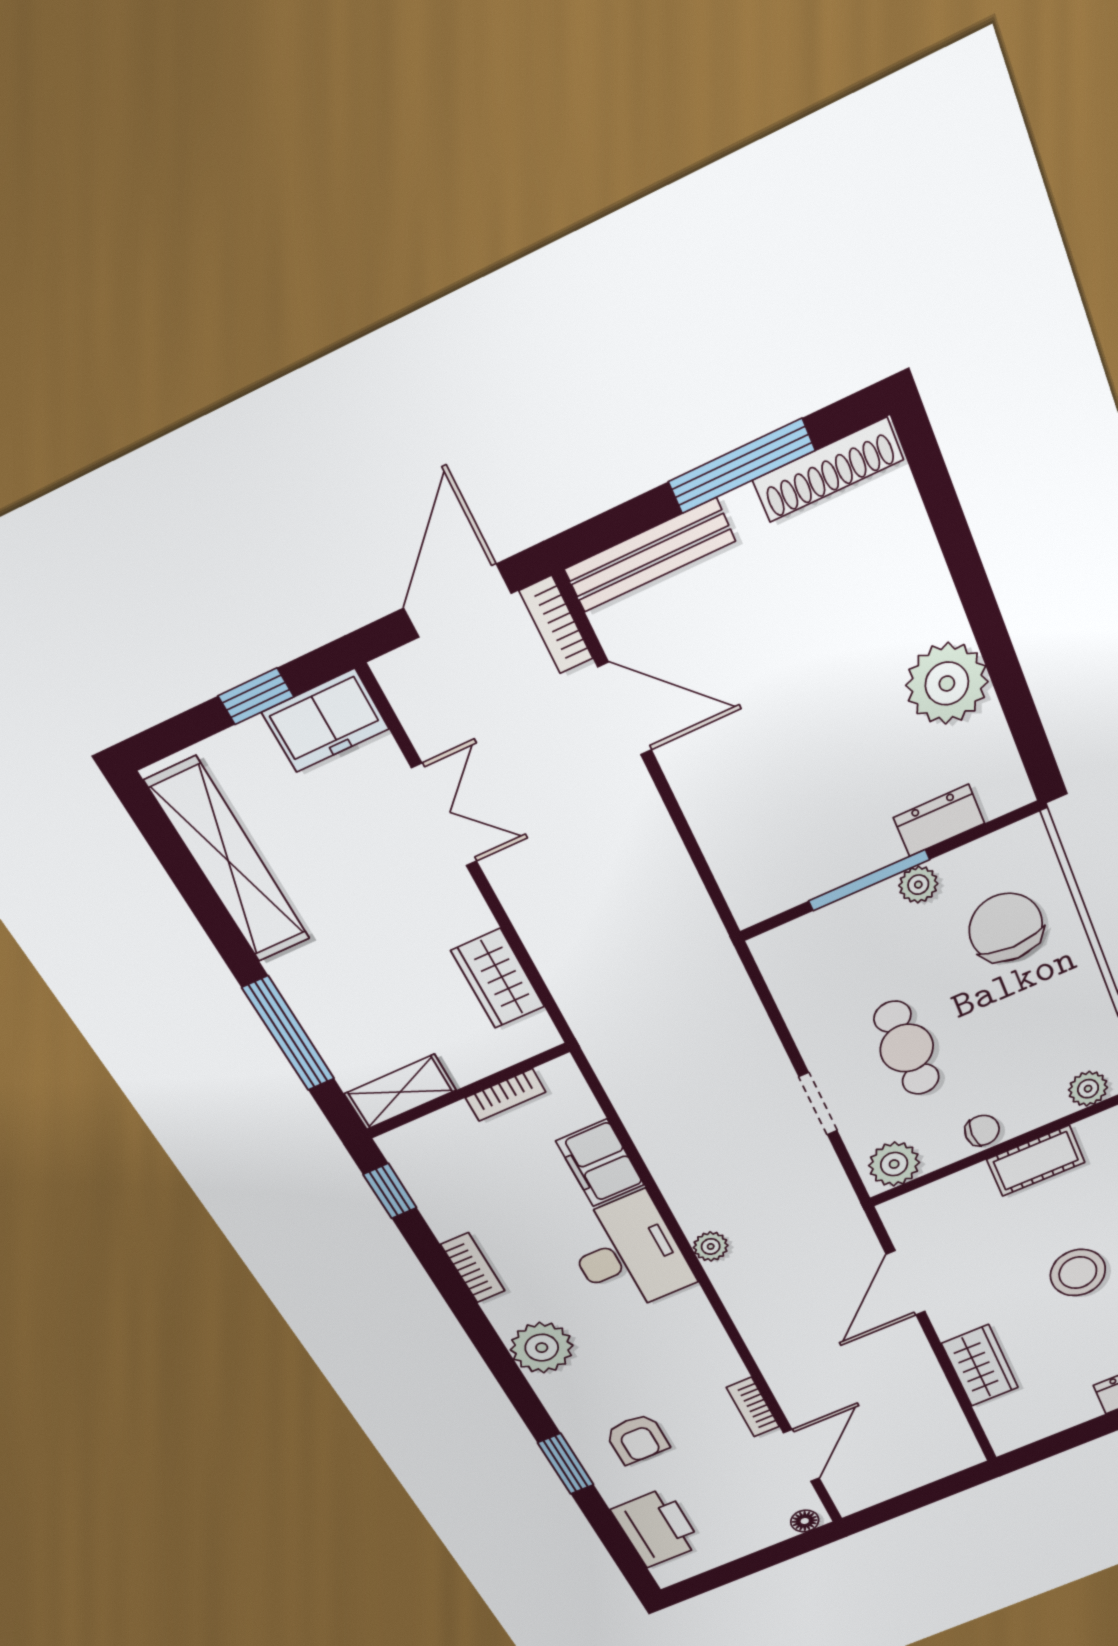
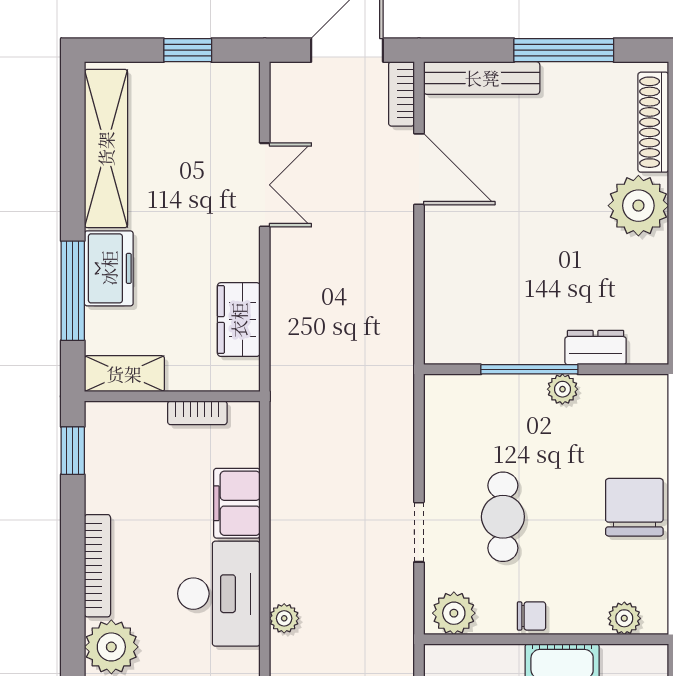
shoe rack: (828, 470) -> (653, 122), moved, turned 90
plant: (947, 683) -> (638, 206), moved
freezer: (325, 721) -> (109, 268), moved, turned -90
chair: (1006, 928) -> (634, 507), moved
bookcase: (473, 1268) -> (97, 566), width x1.56

